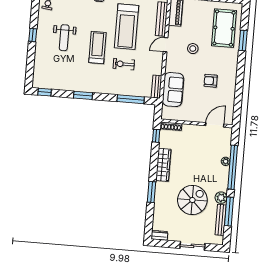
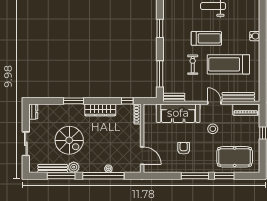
window: (240, 71) -> (195, 176), added
sofa: (173, 90) -> (178, 113), width x1.36

